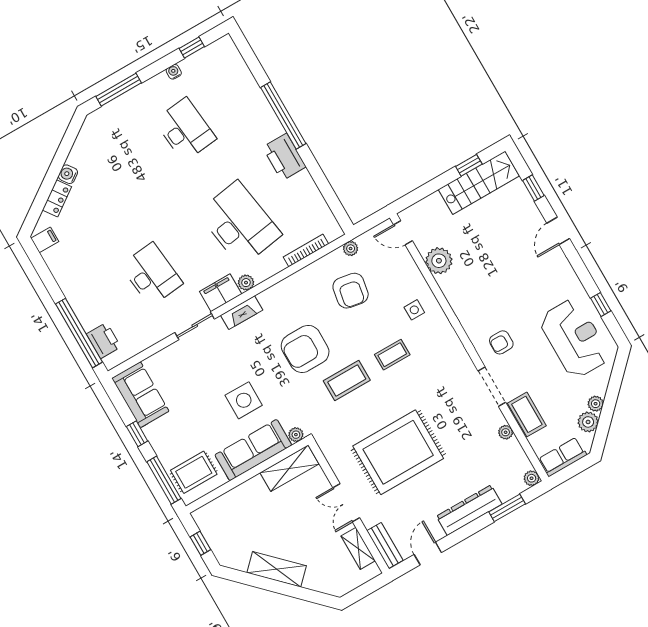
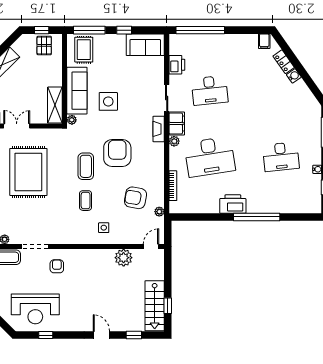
printer: (104, 341) -> (177, 65), moved, turned -90
pallet: (219, 528) -> (44, 45), added

